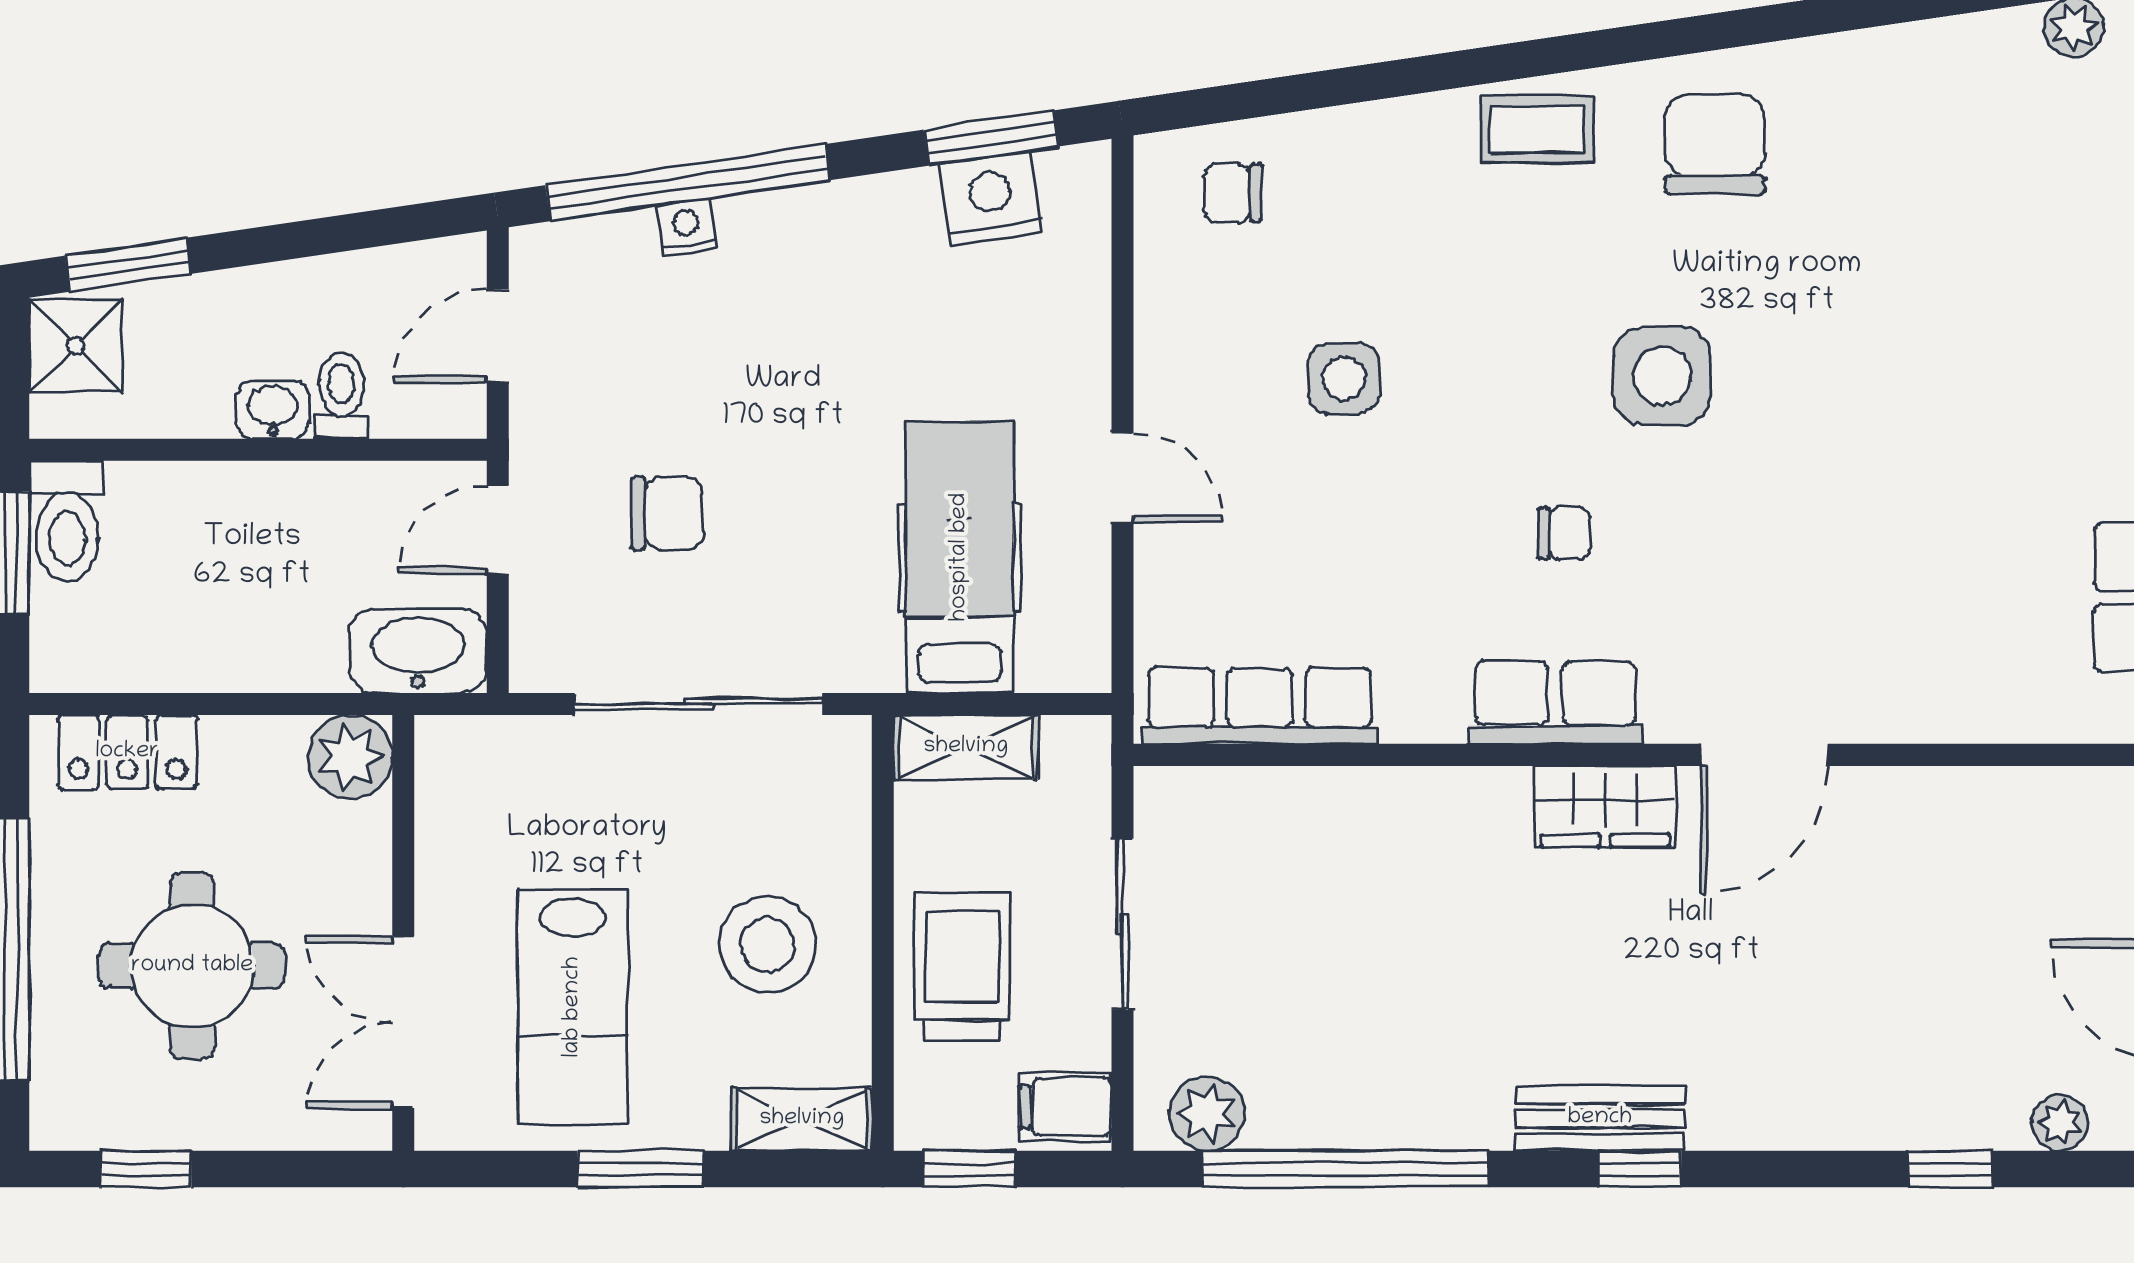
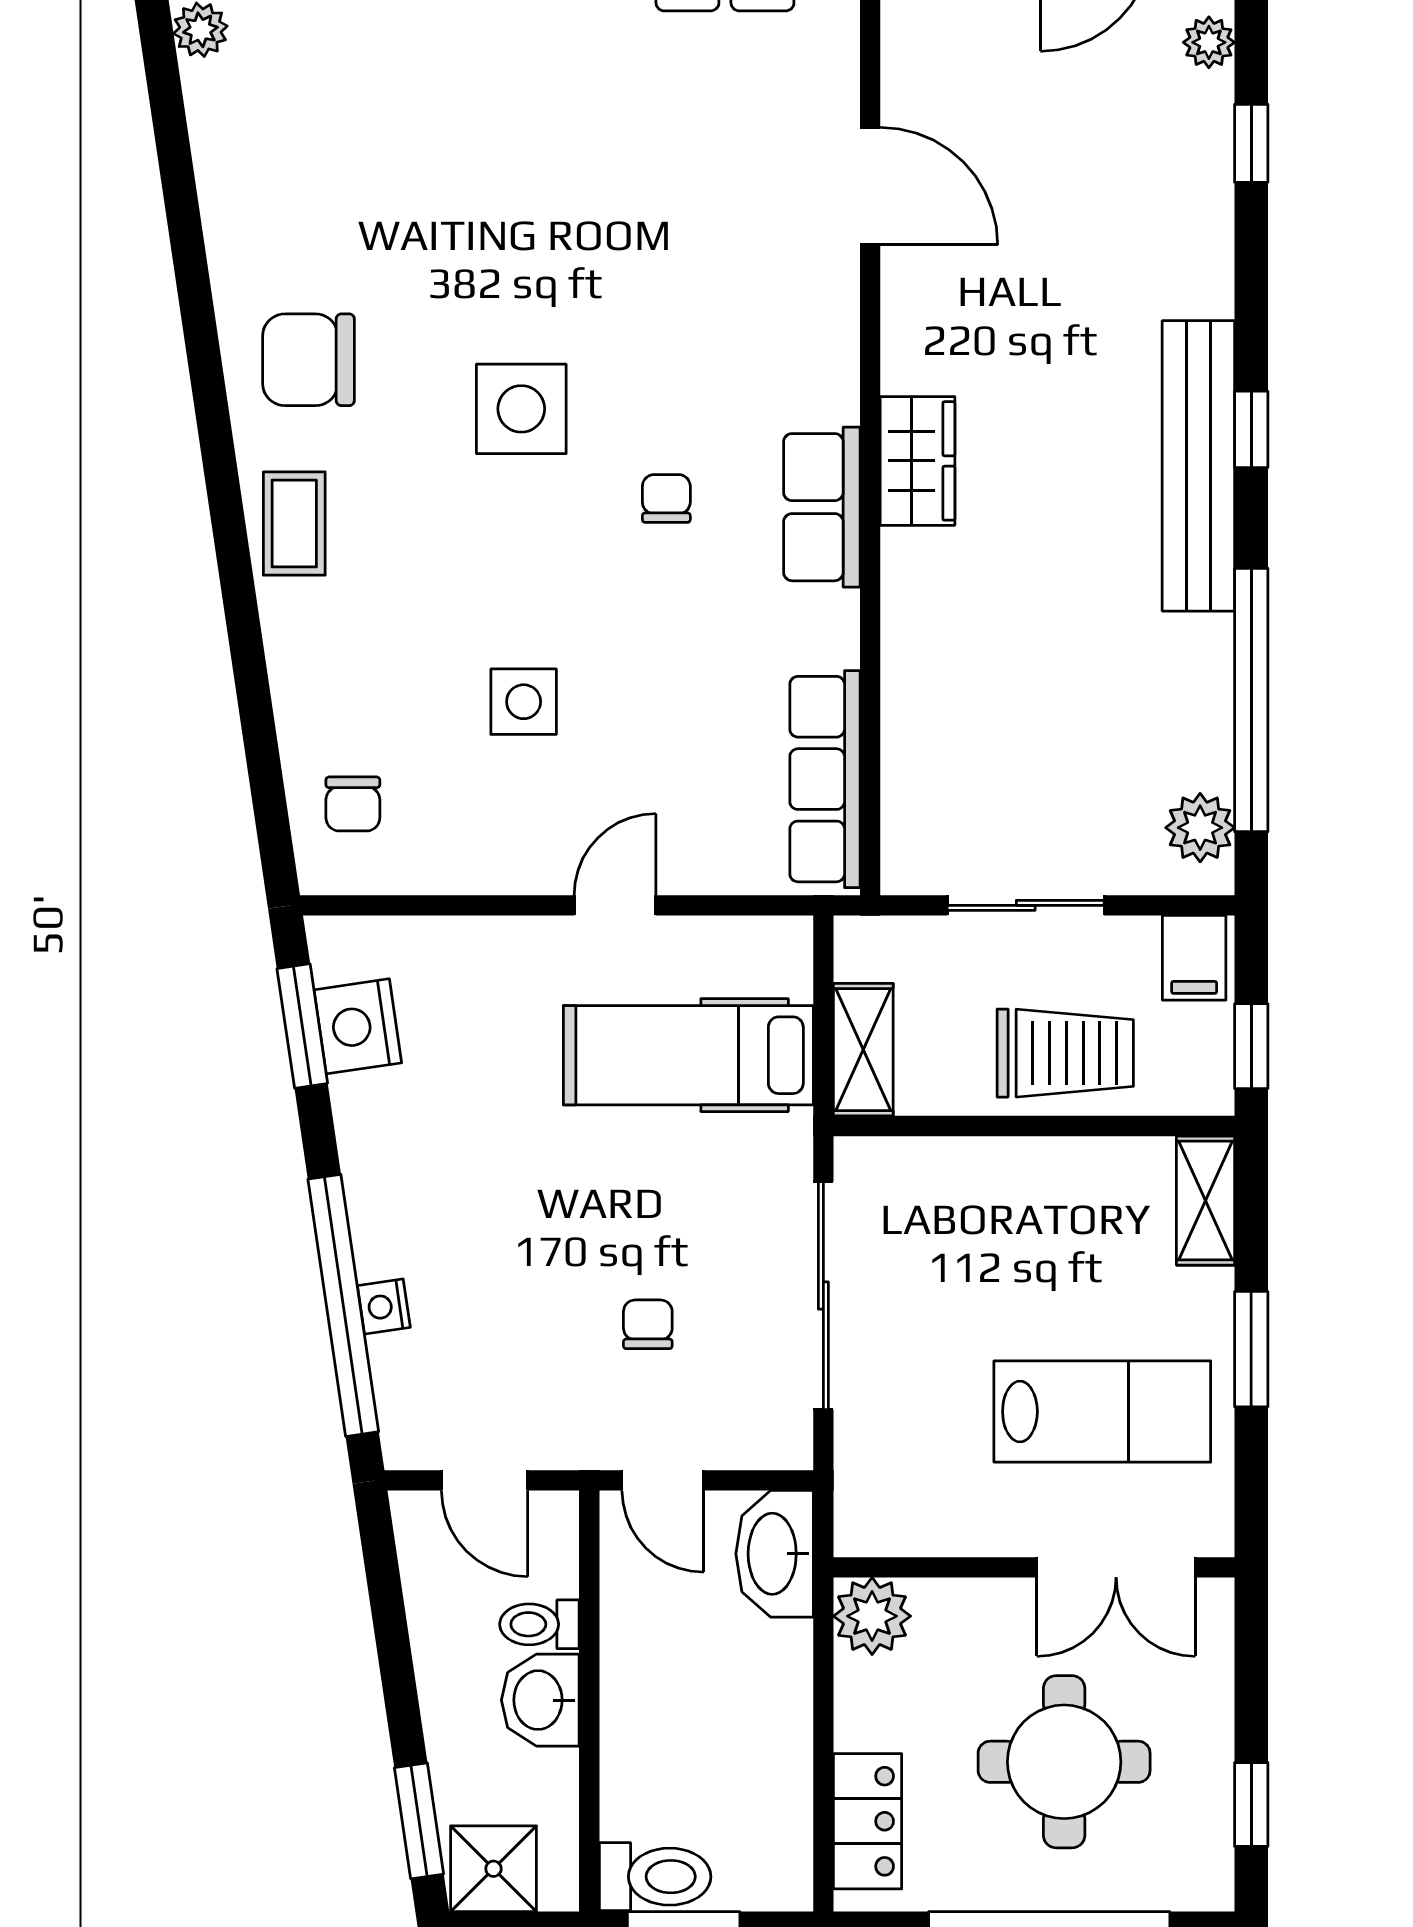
washbasin: (273, 410) -> (540, 1700), width x1.38, depth x1.45
chair: (667, 513) -> (648, 1324), width x0.73, depth x0.73
door: (1764, 755) -> (870, 186), moved
stool: (768, 945) -> (1045, 1232), removed
trolley: (962, 967) -> (1065, 1053), turned 180
bench: (1600, 1118) -> (1198, 466), width x1.86, depth x1.21

